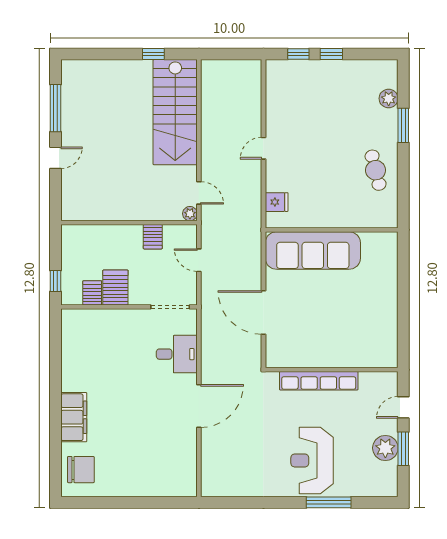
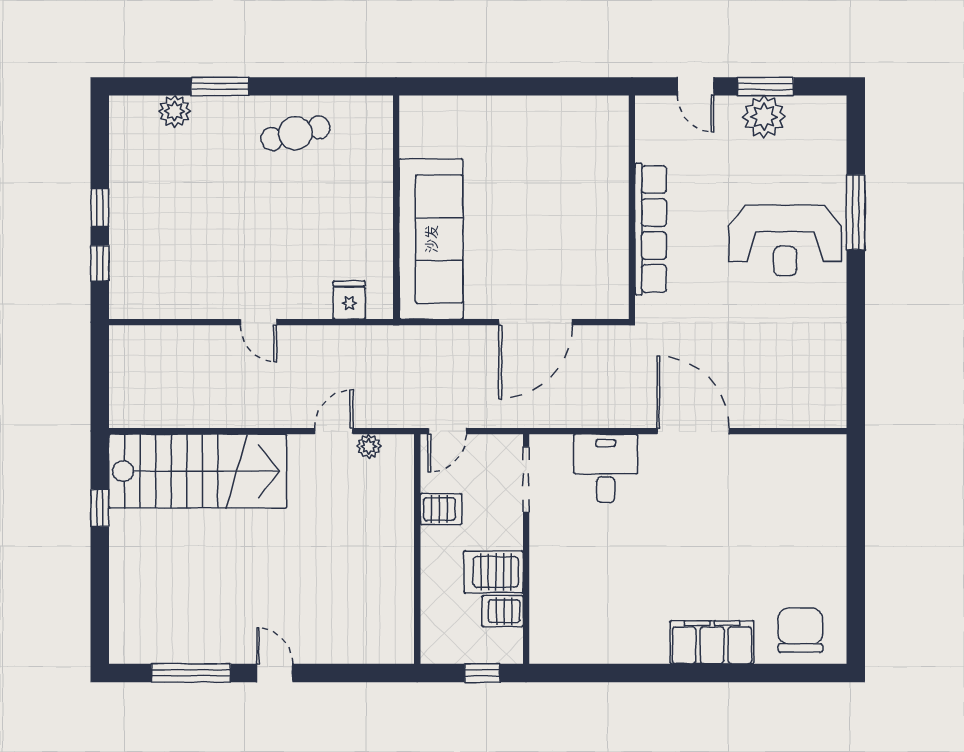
wall: (129, 223) -> (417, 549), moved
server rack: (153, 237) -> (441, 509), moved

